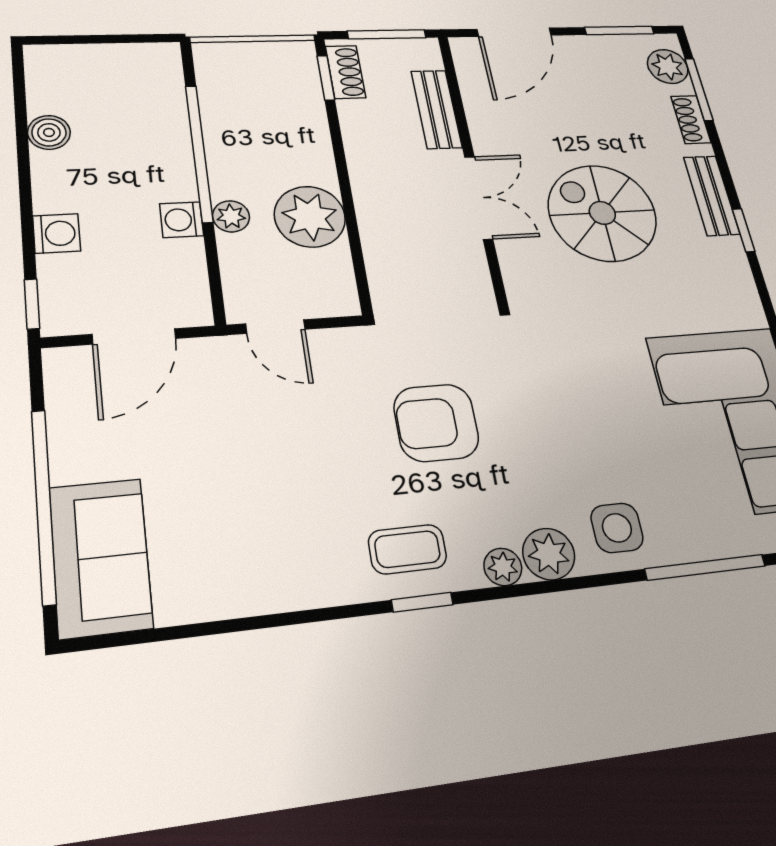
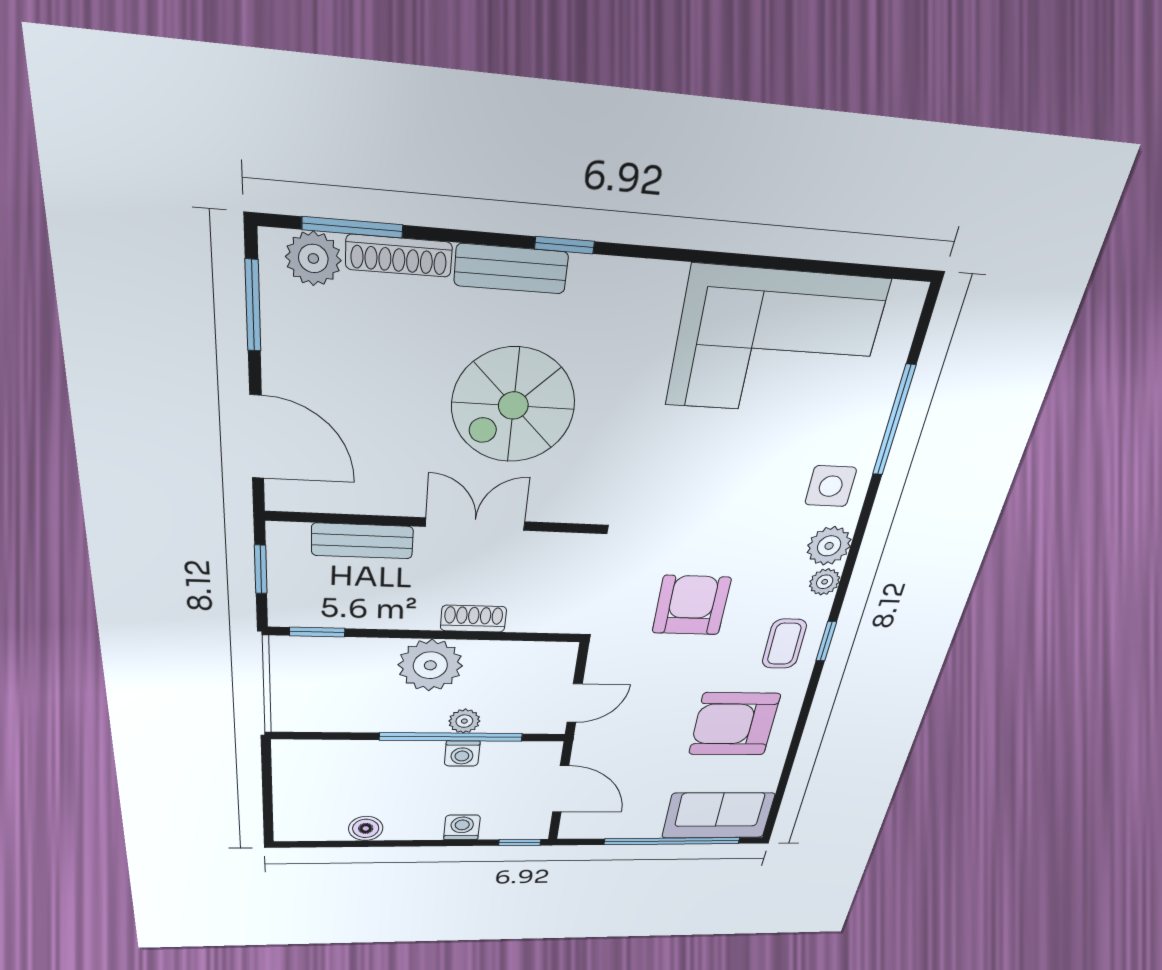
window: (387, 34) -> (261, 569), width x0.67
shoe rack: (345, 72) -> (473, 619), moved
shoe rack: (691, 120) -> (399, 256), width x1.43
window: (199, 153) -> (451, 737), moved
plant: (310, 217) -> (430, 665), moved
armchair: (436, 423) -> (691, 605), turned 180
armchair: (272, 527) -> (734, 724), added

